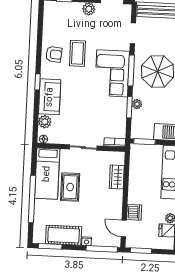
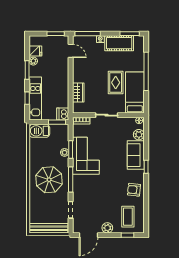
coffee table: (77, 53) -> (128, 217), moved
corner sofa: (112, 73) -> (86, 156), moved
dishwasher: (134, 212) -> (63, 114), moved

